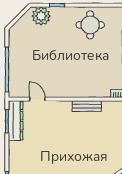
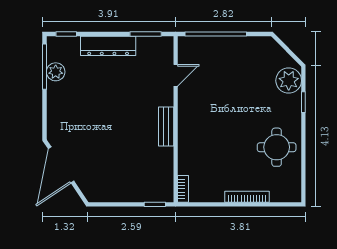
bench: (87, 106) -> (166, 127), moved
dresser: (16, 121) -> (108, 46), moved

